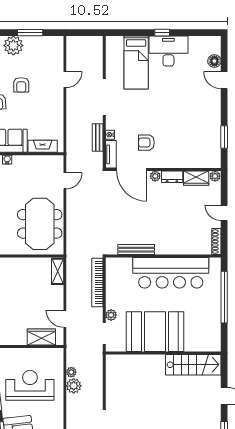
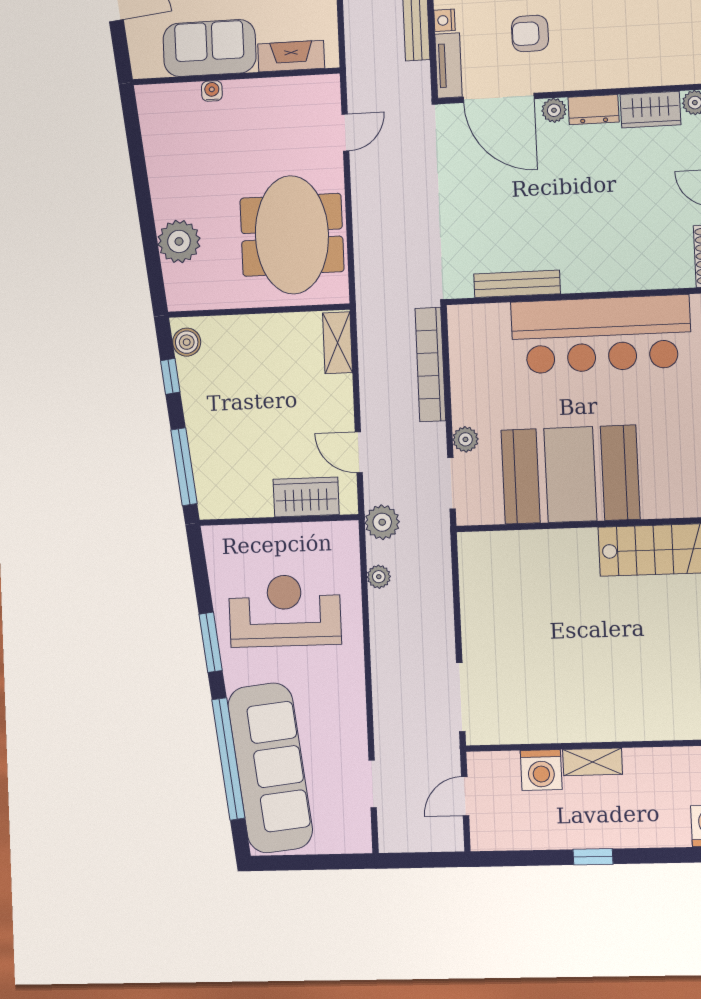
plant: (74, 386) -> (382, 522), moved

